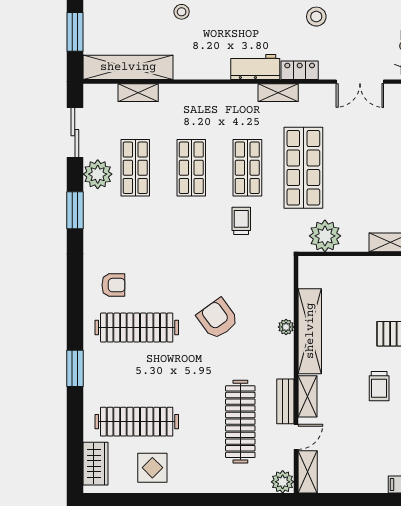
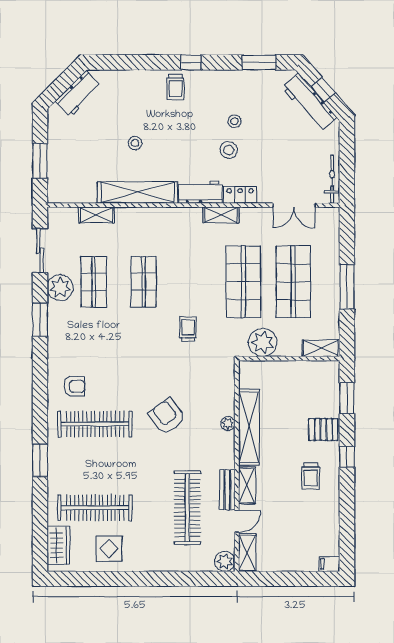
stool: (316, 17) -> (229, 150), moved
shelving: (128, 67) -> (137, 192), moved
shop shelf: (247, 168) -> (293, 282), moved, width x1.43, depth x1.36

